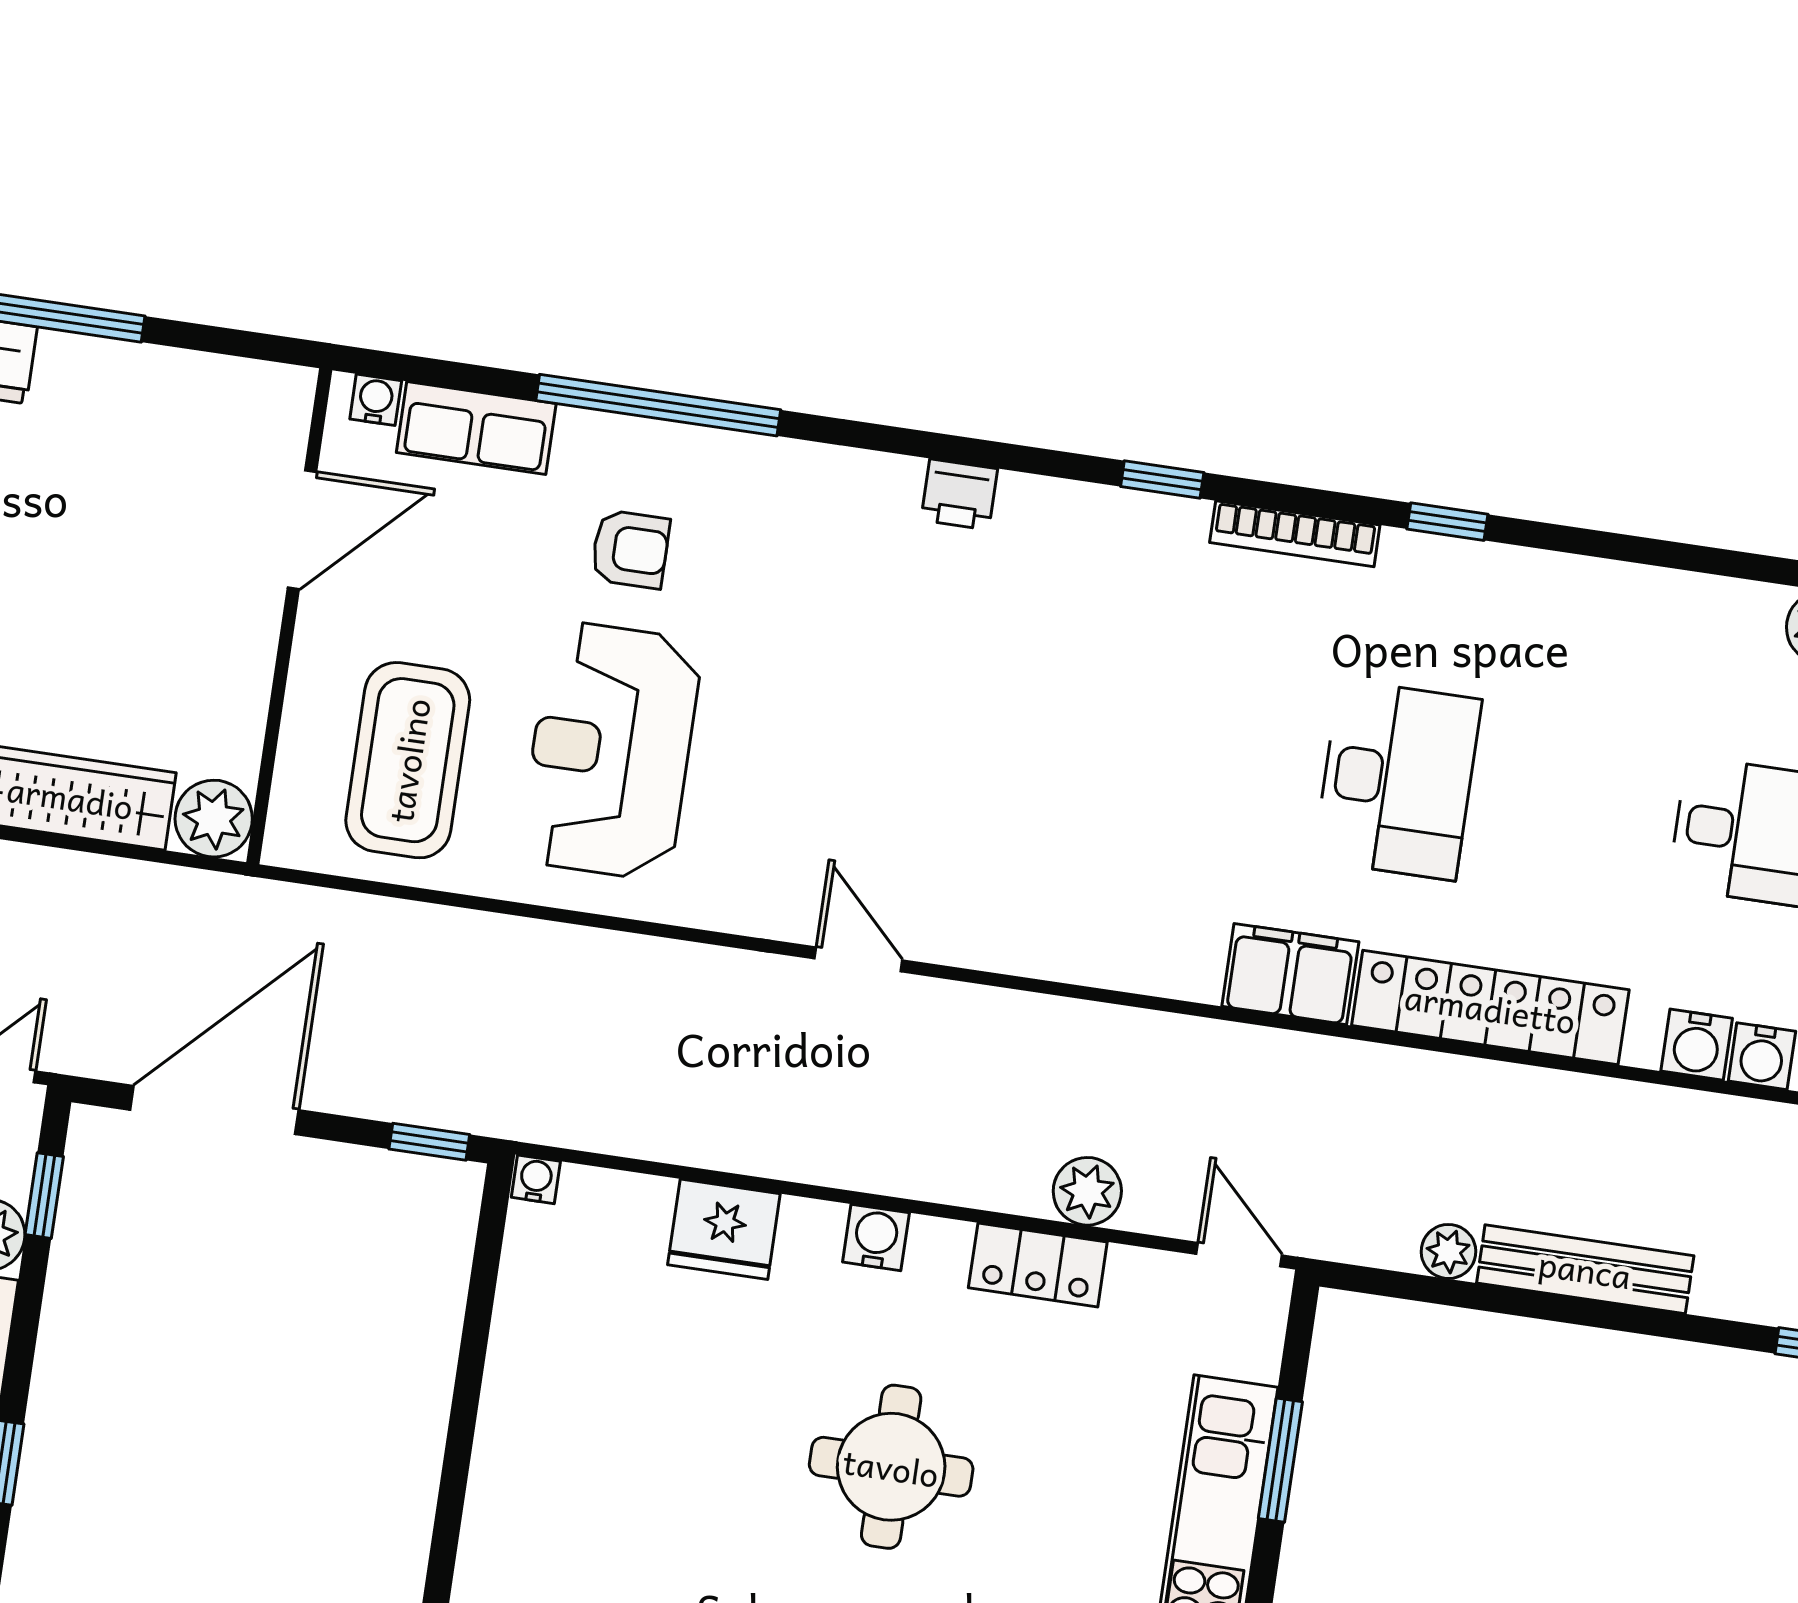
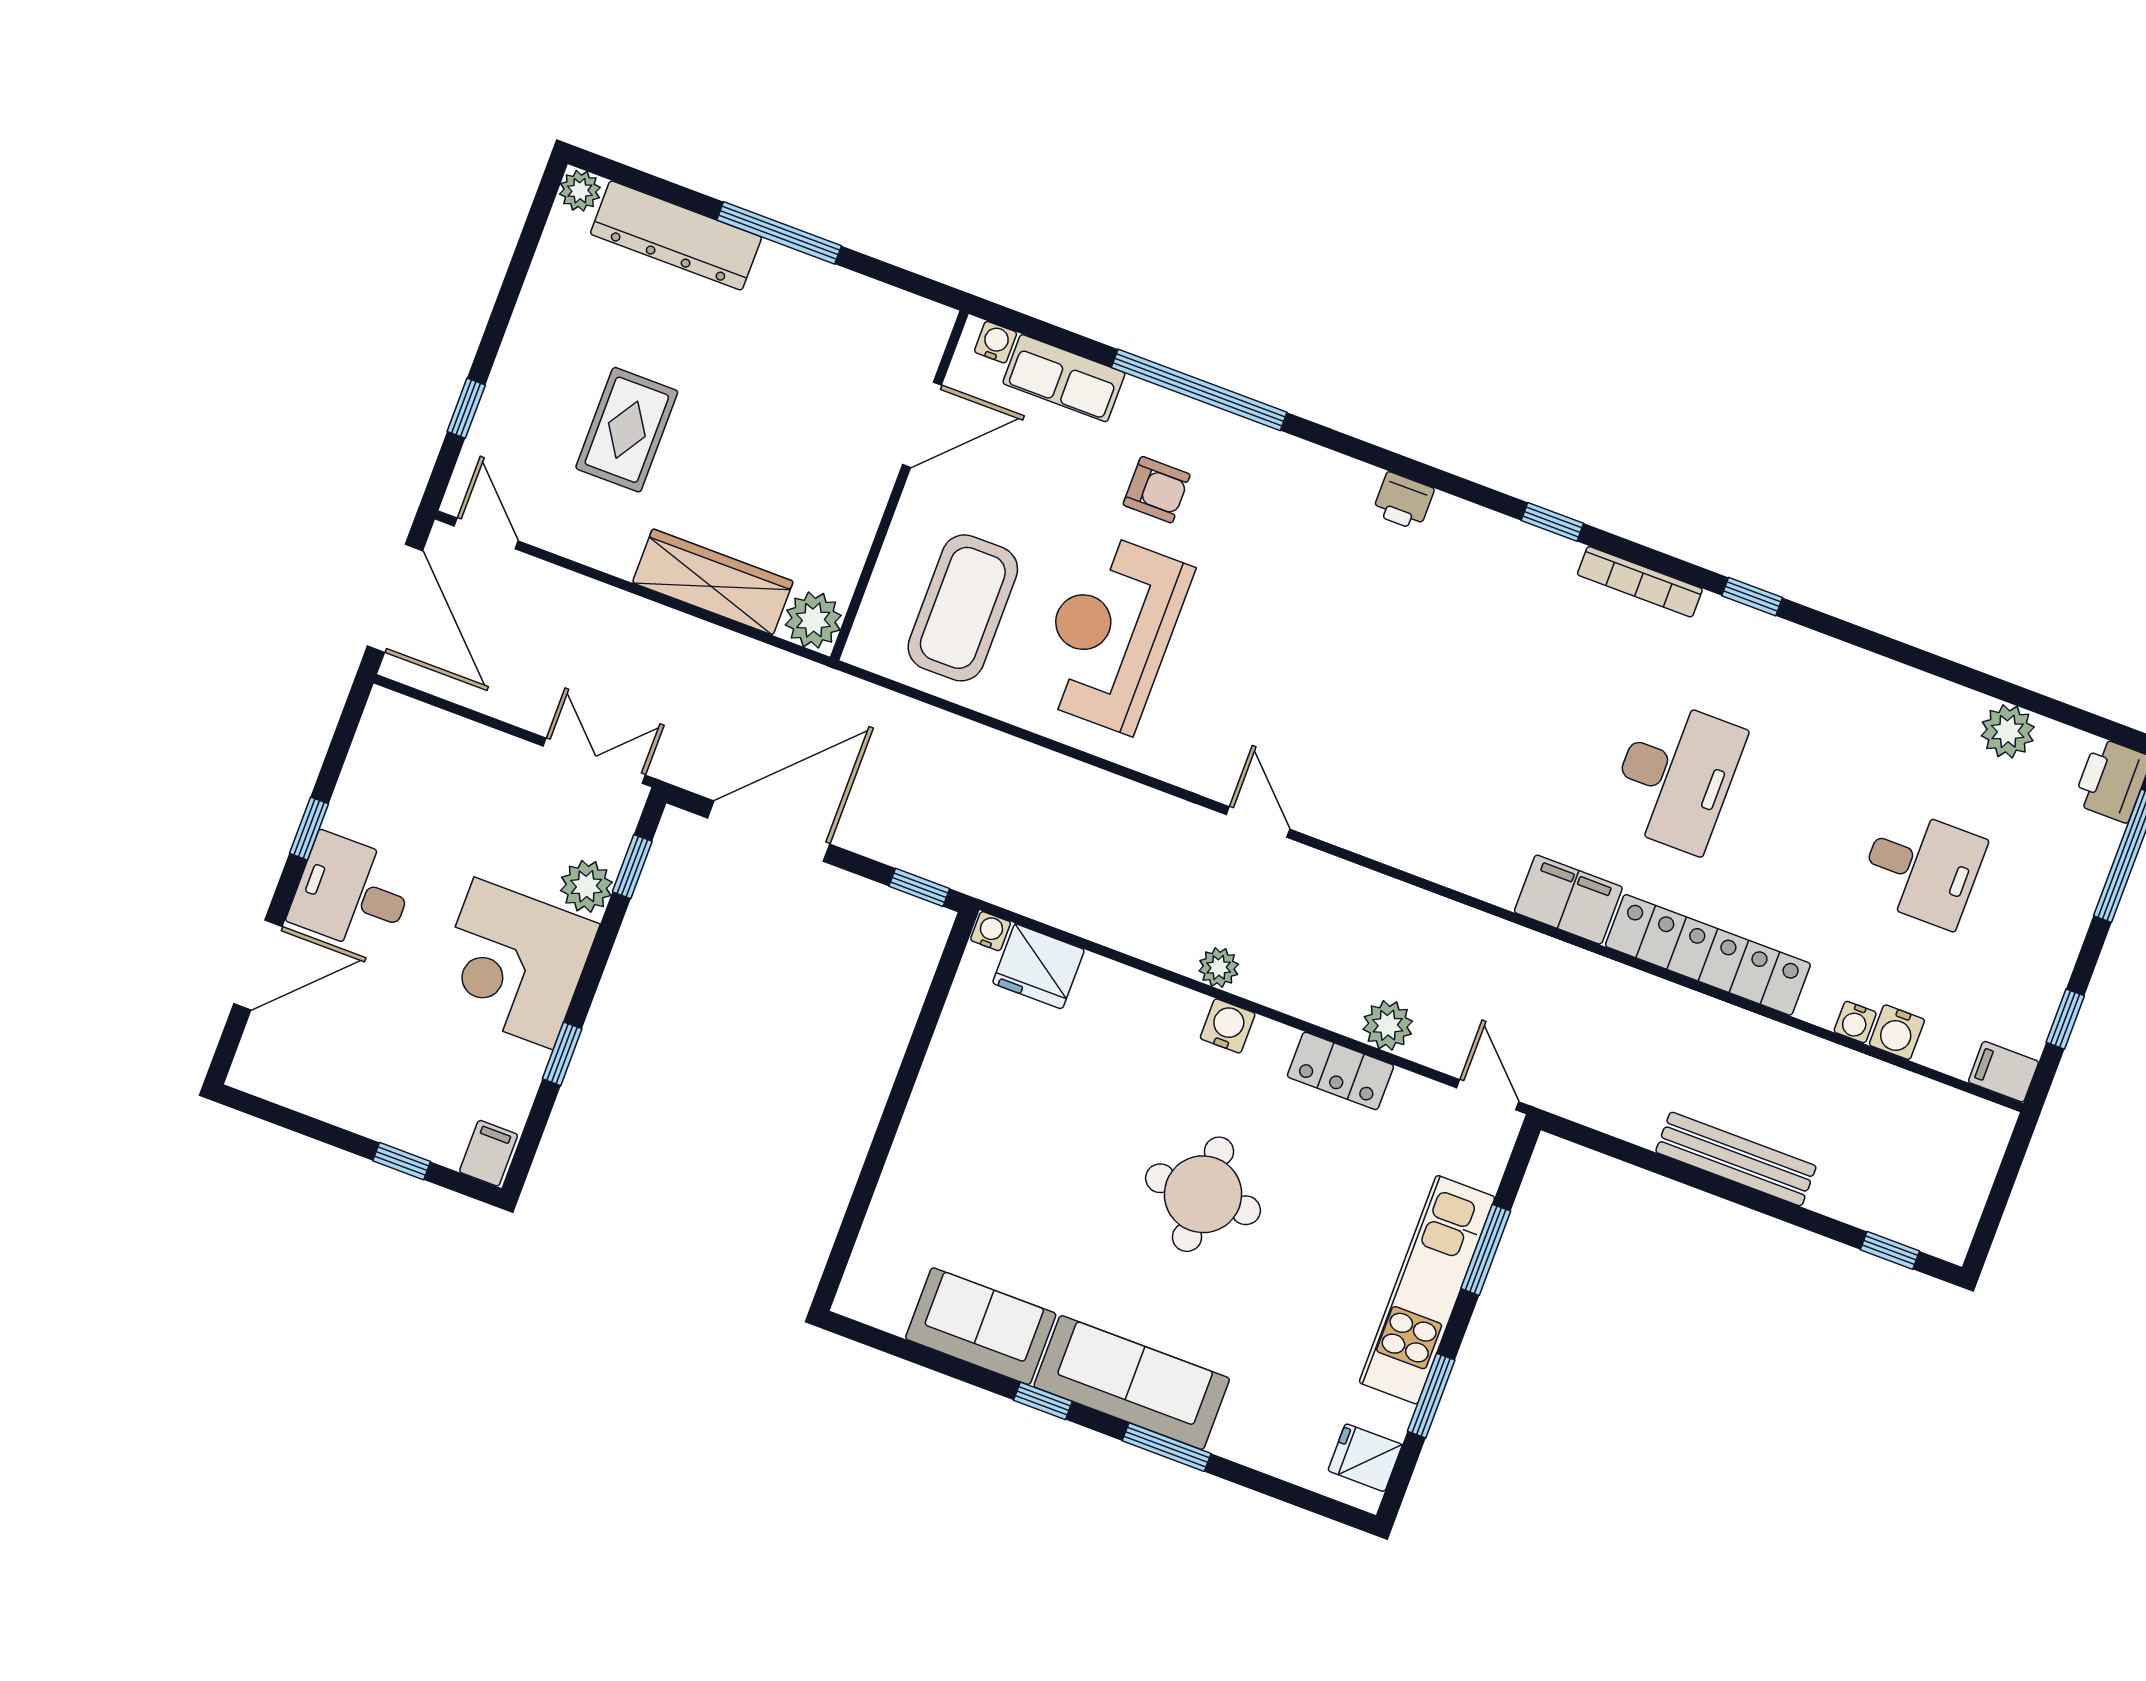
water cooler: (1697, 1045) -> (1855, 1022), width x0.72, depth x0.72
fridge: (724, 1229) -> (1038, 966), moved
plant: (1448, 1251) -> (1219, 967), moved

